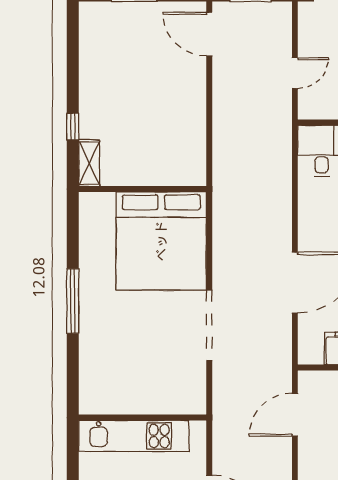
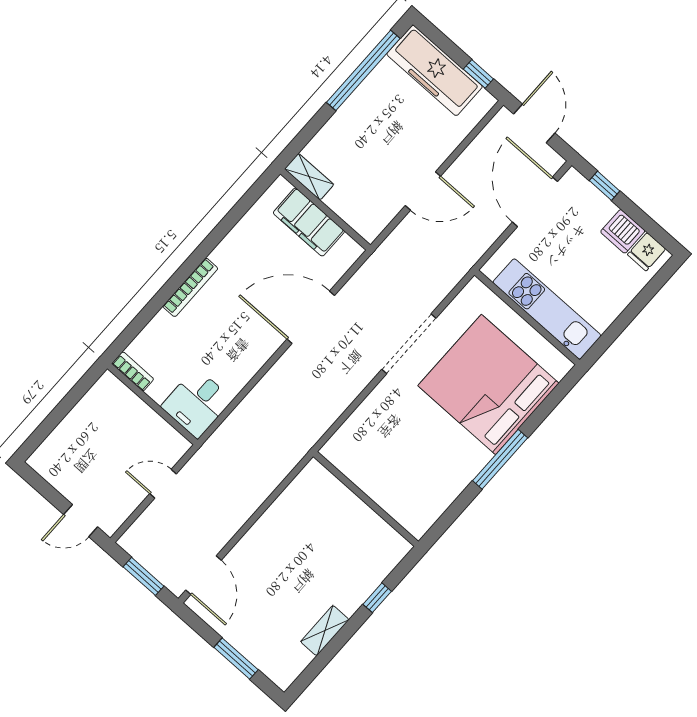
shelving: (89, 163) -> (325, 631), moved
bed: (161, 241) -> (488, 384), moved, turned -90
door: (295, 415) -> (423, 191), moved

